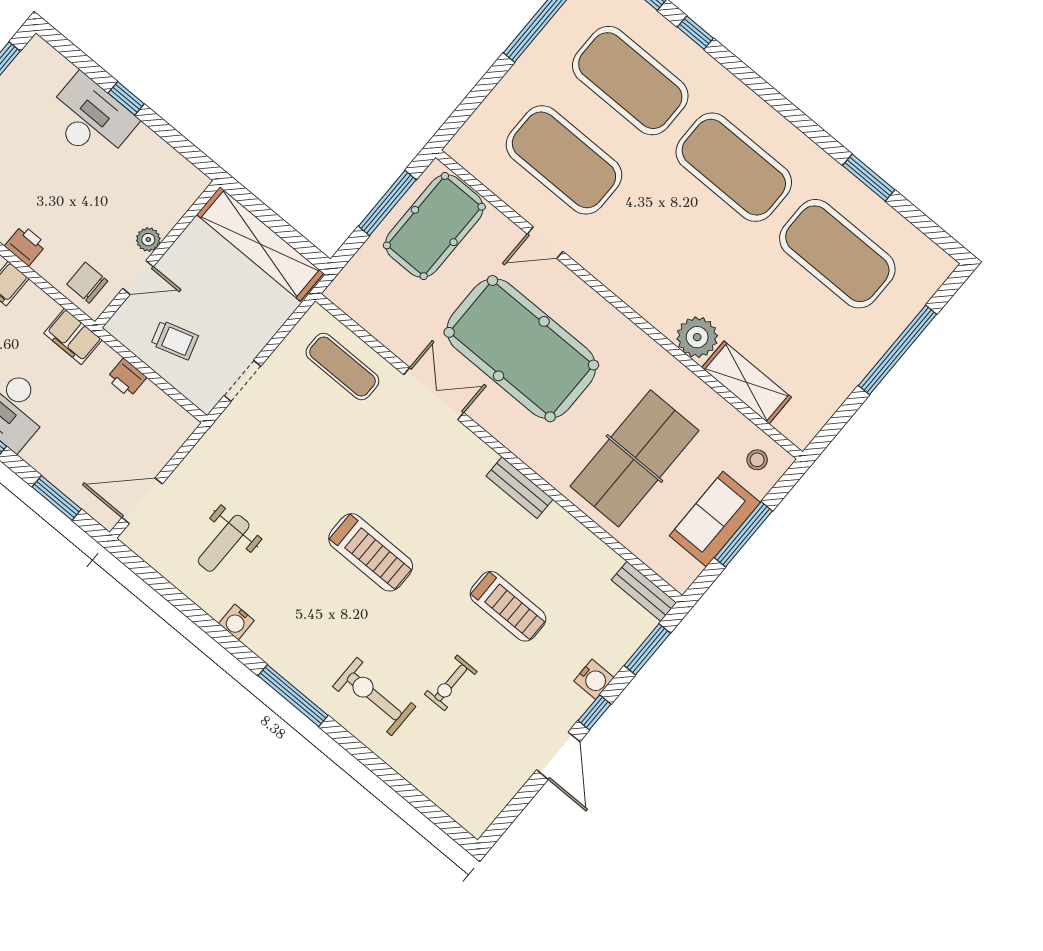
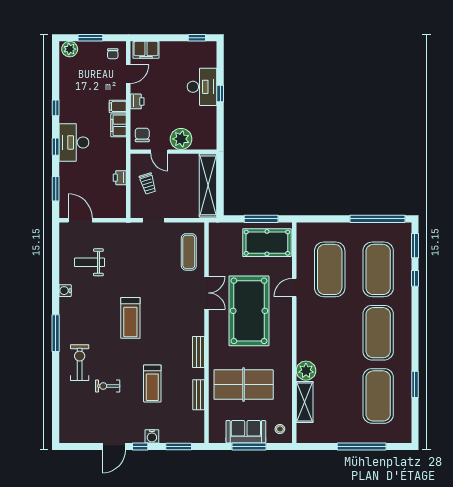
plant: (148, 240) -> (181, 139), width x1.87, depth x1.87
door: (545, 243) -> (294, 287), hinge flipped
filing cabinet: (73, 336) -> (119, 125), moved
bench: (644, 591) -> (199, 395), moved

